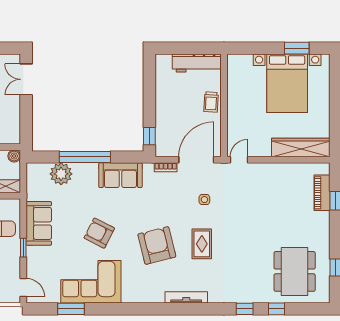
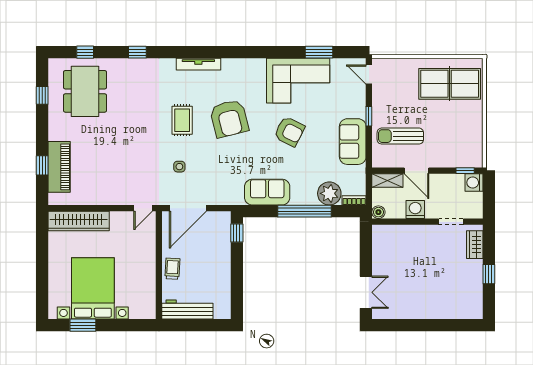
bookcase: (166, 167) -> (354, 200), moved
piano: (322, 193) -> (59, 167), width x1.37, depth x1.33
window: (277, 309) -> (85, 52), moved

